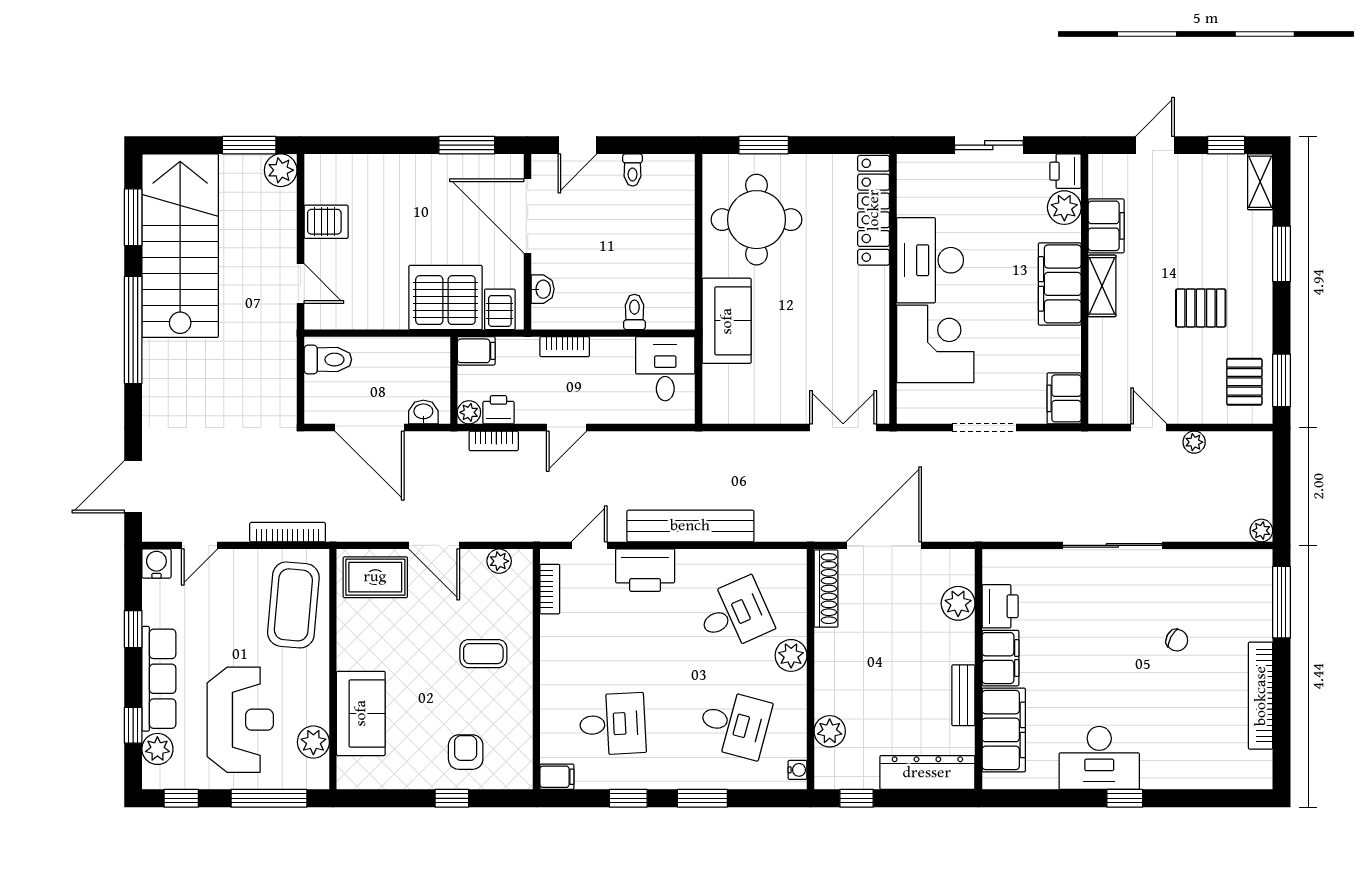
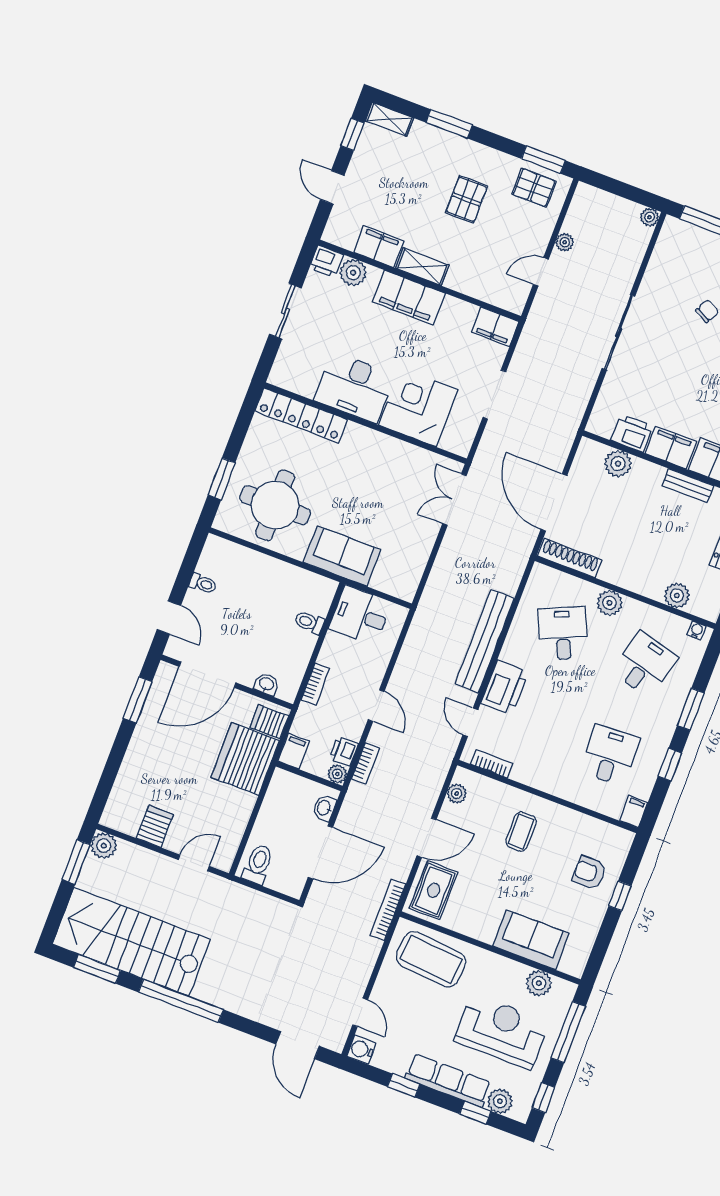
bookcase: (288, 532) -> (388, 910), moved

